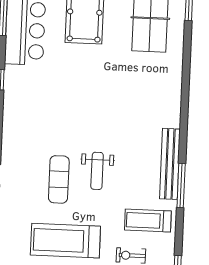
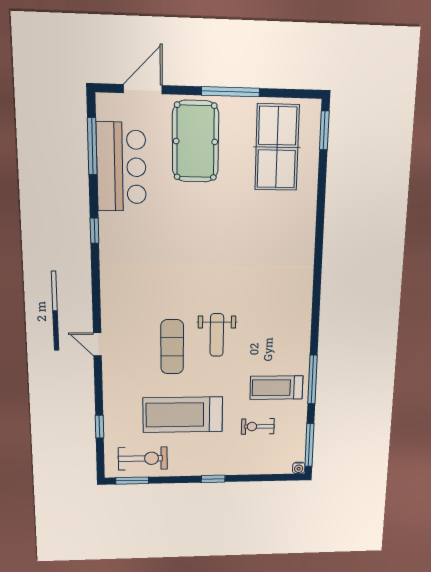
bench: (170, 164) -> (301, 323), removed
window: (181, 185) -> (312, 380), moved

